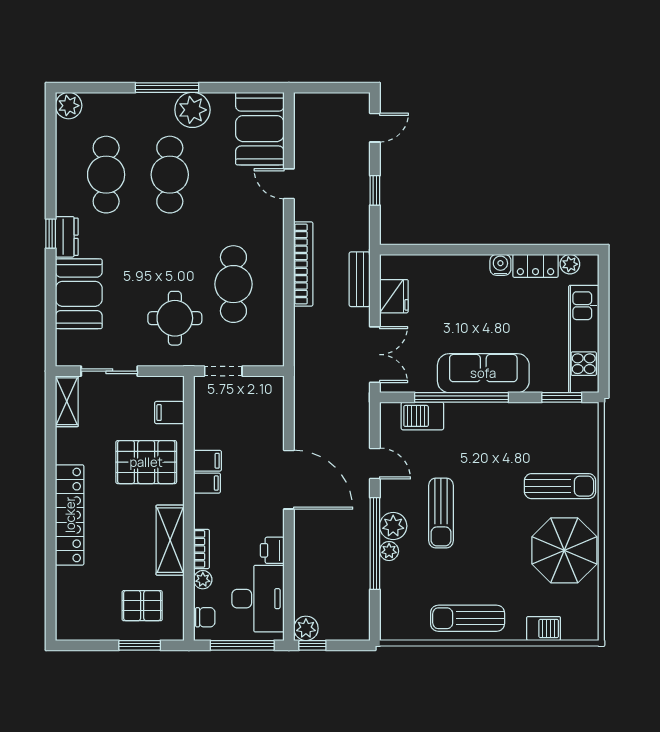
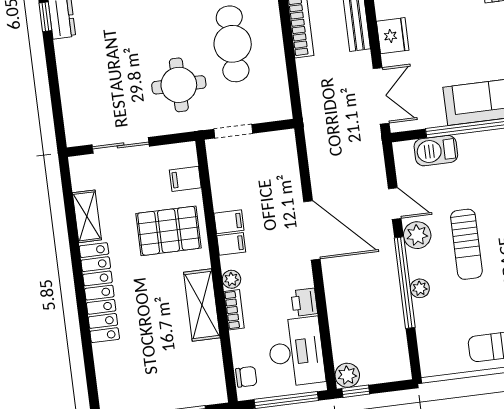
booth: (79, 294) -> (81, 73), removed
shelving: (67, 401) -> (87, 216), moved
plant: (393, 526) -> (417, 235), moved
plant: (203, 580) -> (231, 279), moved
pallet: (142, 606) -> (182, 373), removed

